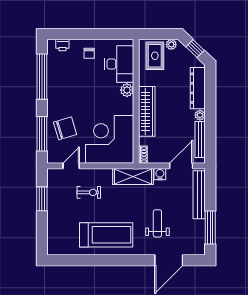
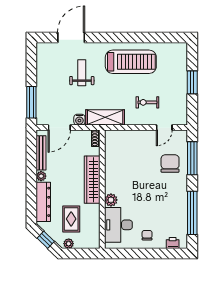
rug: (155, 56) -> (71, 219), moved
chair: (65, 128) -> (170, 163), turned 107
corner desk: (110, 139) -> (128, 153), removed
bench: (199, 195) -> (42, 100), removed
window: (42, 199) -> (192, 82), moved
weight bench: (157, 223) -> (82, 73), turned 180
window: (210, 227) -> (31, 102), moved
treadmill: (106, 235) -> (131, 62), turned 180

